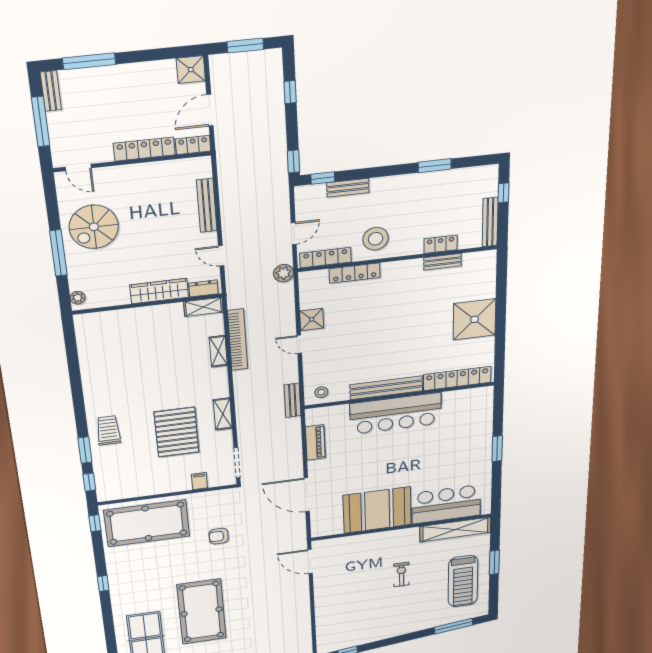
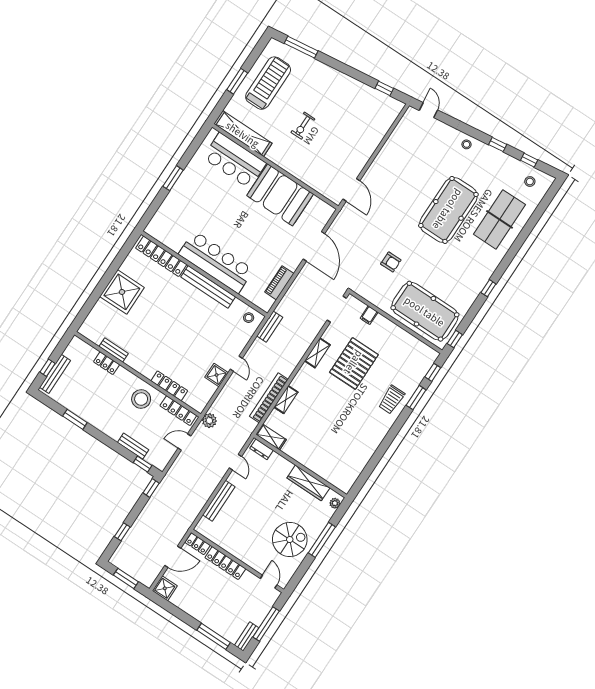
bench: (490, 222) -> (55, 374), moved
wardrobe: (159, 291) -> (308, 483), moved

